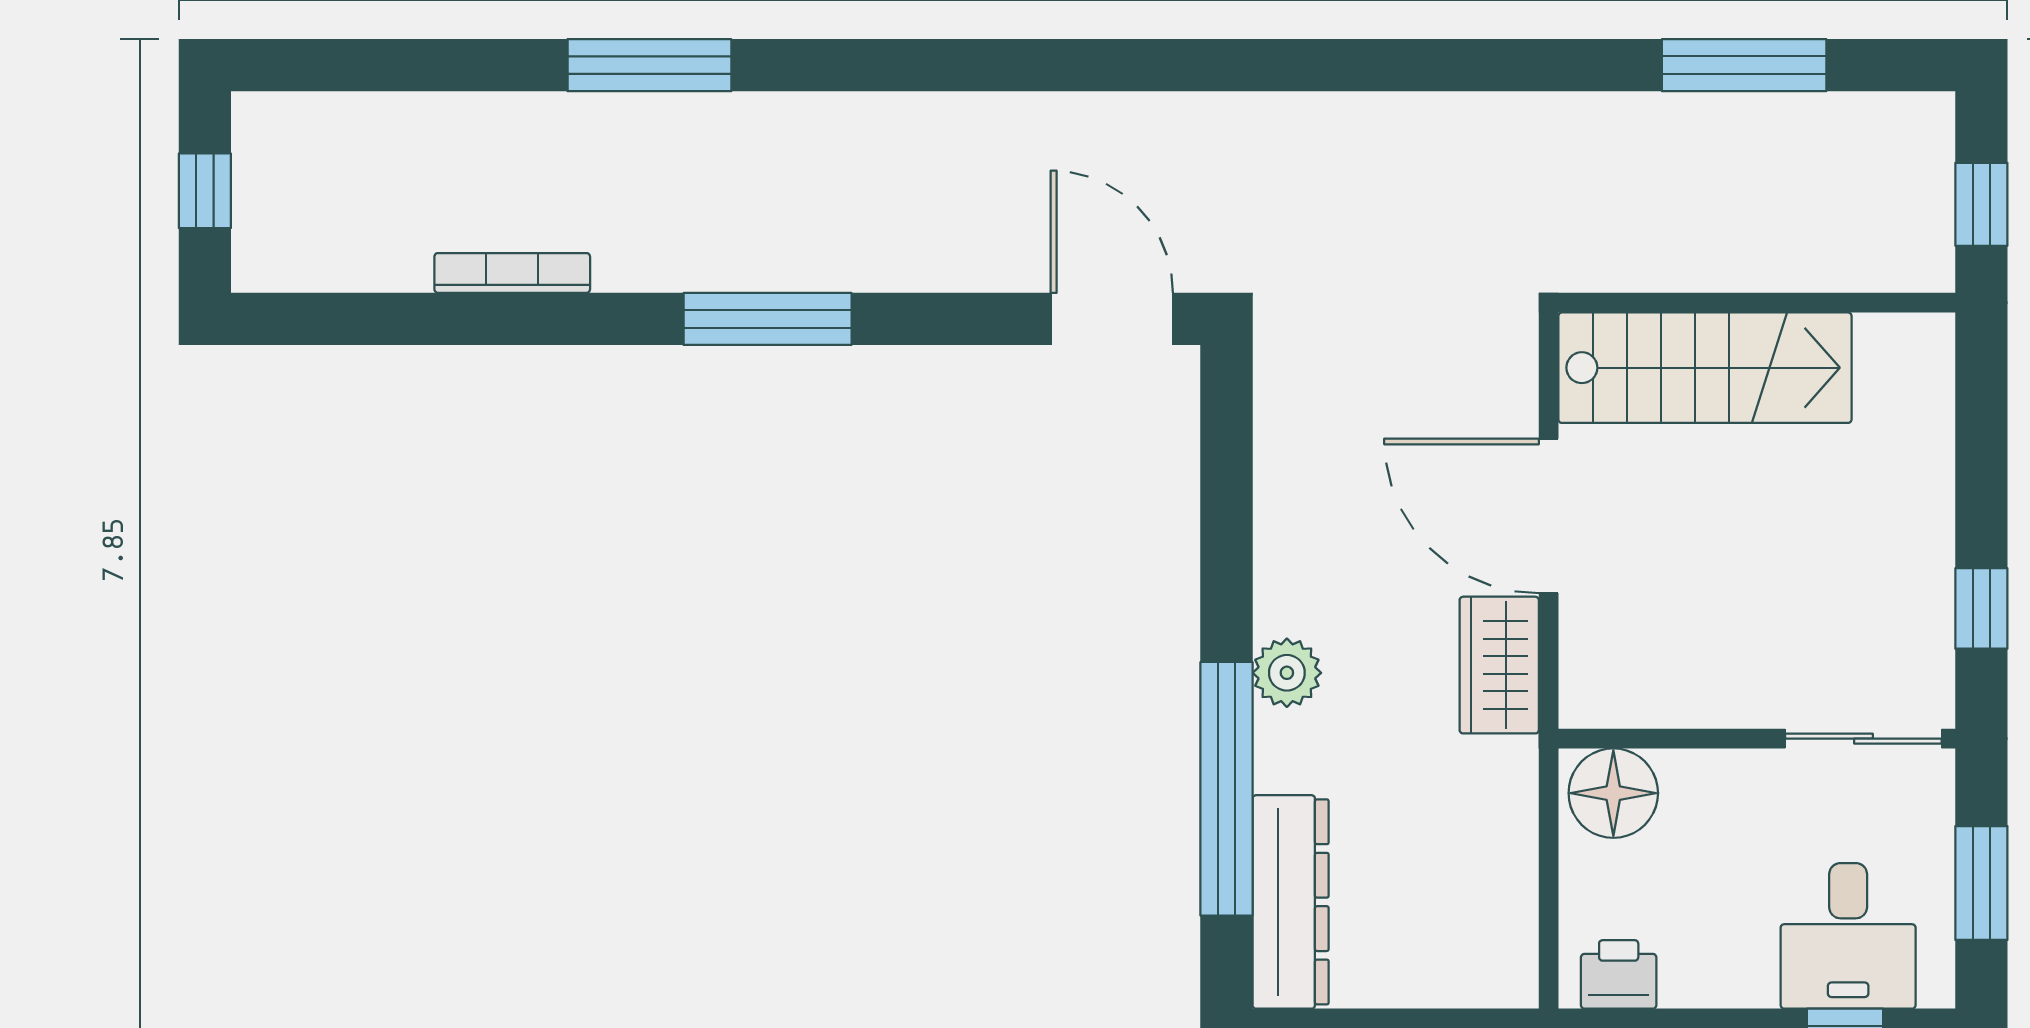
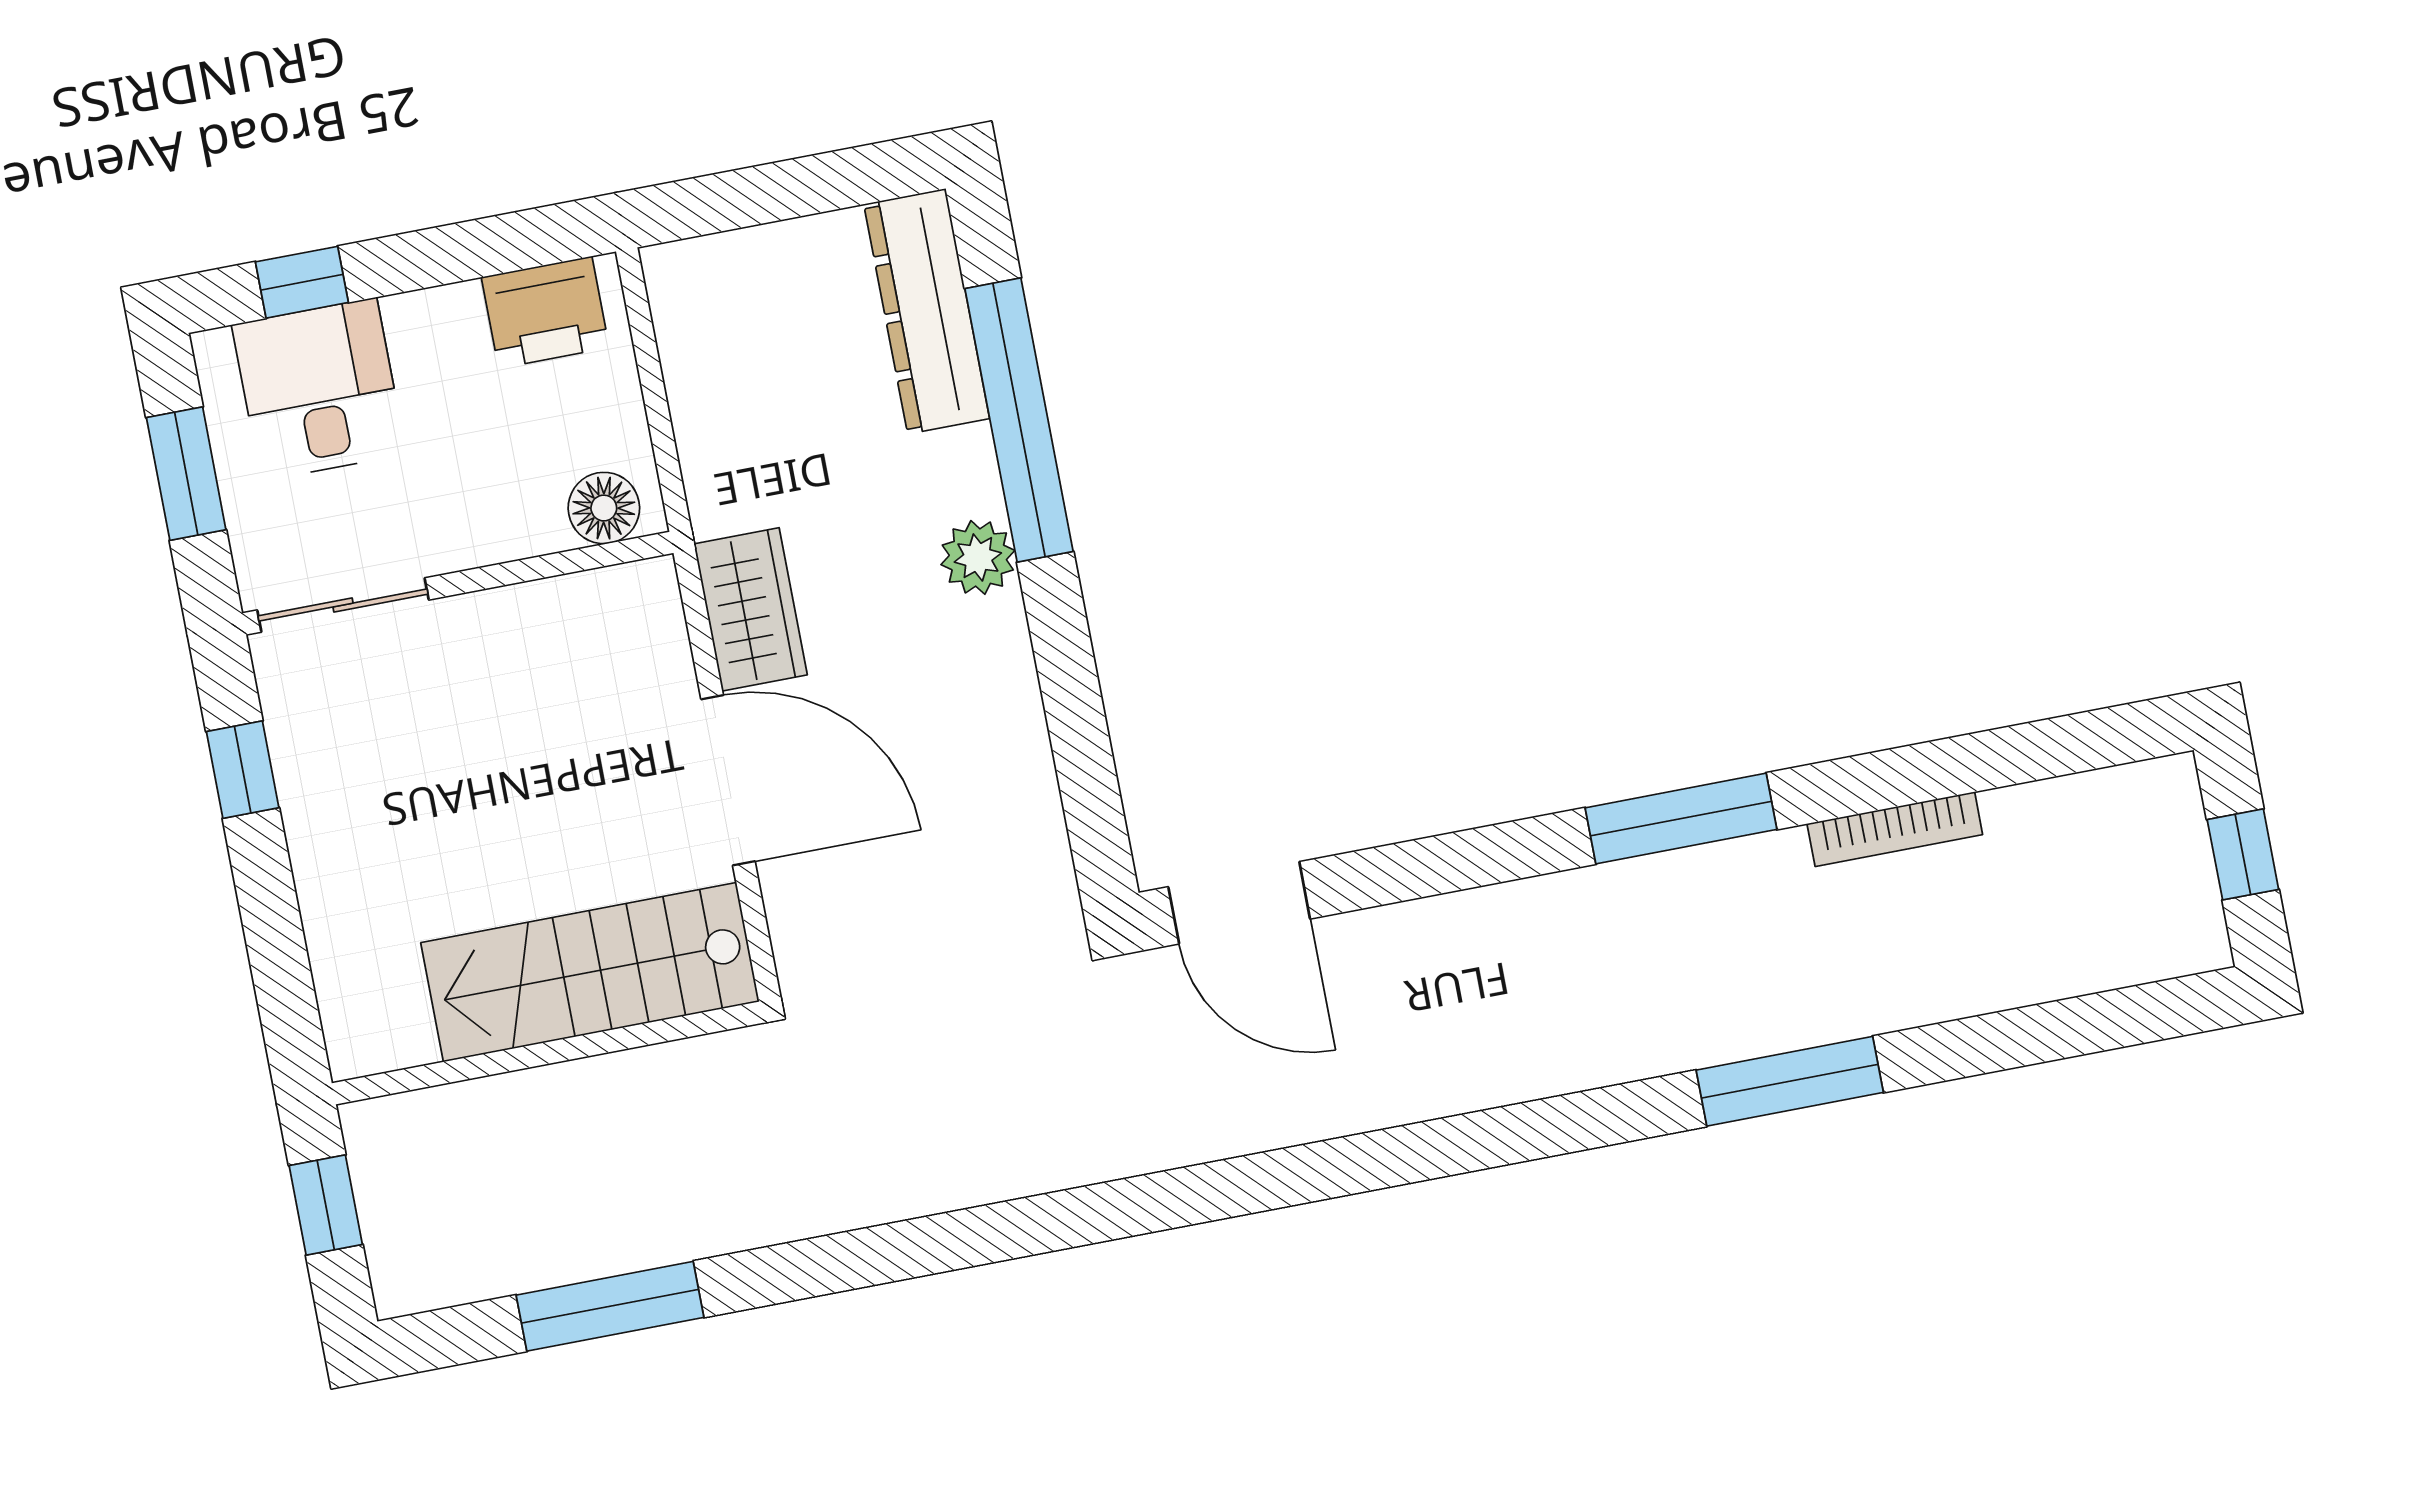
window: (768, 319) -> (1681, 819), moved
floor lamp: (1613, 793) -> (604, 508), width x0.73, depth x0.73
printer: (1619, 974) -> (545, 312), width x1.36, depth x1.24

